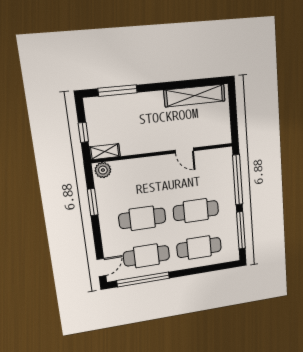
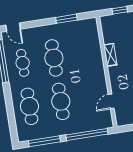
door: (184, 150) -> (111, 101), moved
shelving: (105, 152) -> (110, 55), moved
plant: (103, 170) -> (92, 26), removed
cafe table: (146, 256) -> (23, 63), width x0.73, depth x0.74

